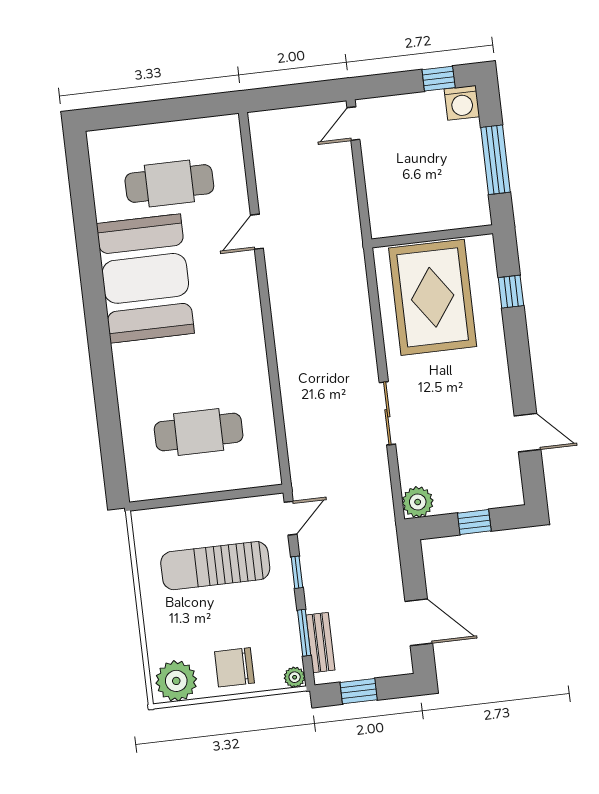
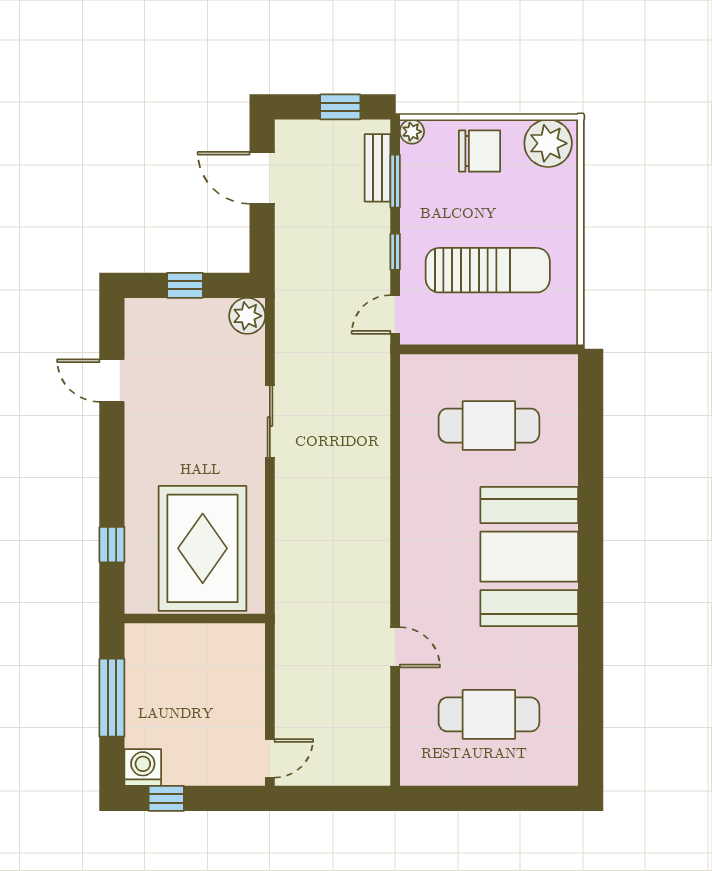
door: (257, 232) -> (395, 647), hinge flipped
booth: (145, 278) -> (529, 557), moved

